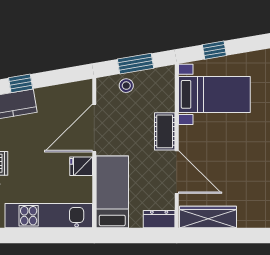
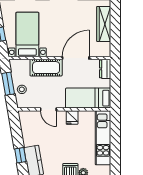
door: (94, 128) -> (48, 109), width x0.53
cot: (165, 131) -> (46, 68), width x1.37, depth x1.34
wardrobe: (208, 217) -> (104, 24), moved

